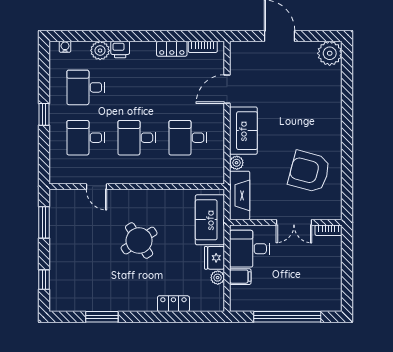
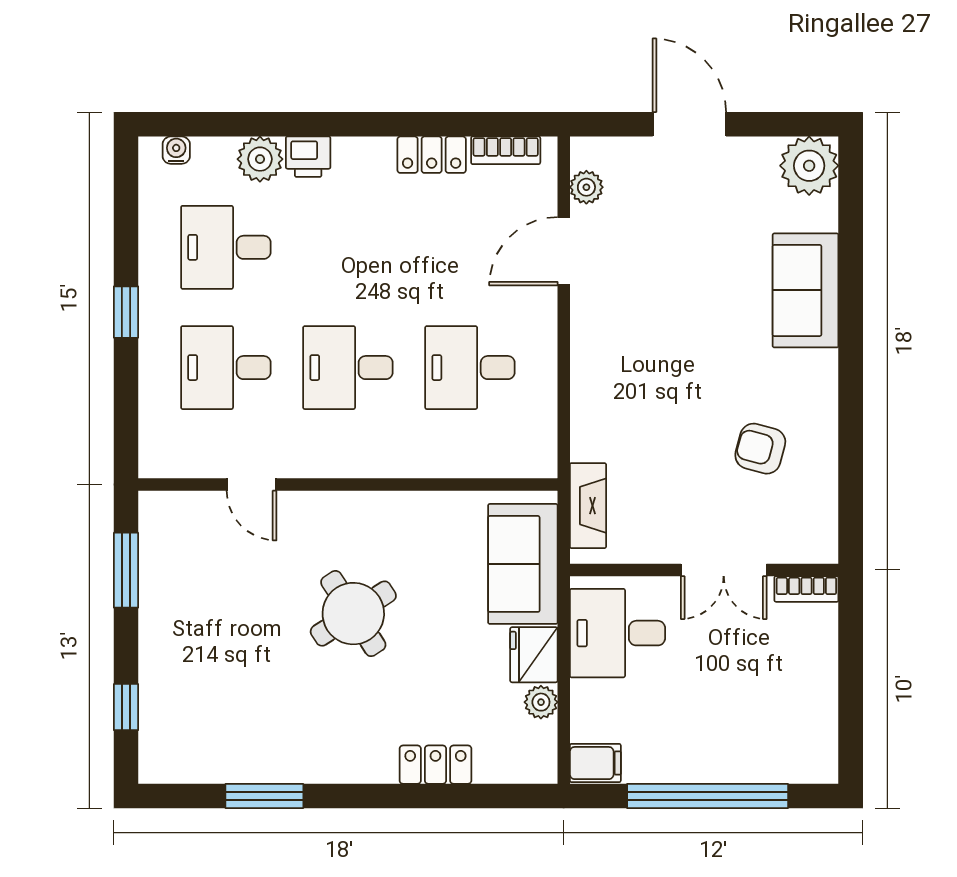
sofa: (243, 131) -> (806, 290), moved, turned 180
plant: (237, 163) -> (586, 187), moved
armchair: (309, 172) -> (760, 449), width x0.53, depth x0.53
fireplace: (240, 195) -> (588, 506), width x0.73, depth x0.76
filing cabinet: (240, 277) -> (595, 763), moved

